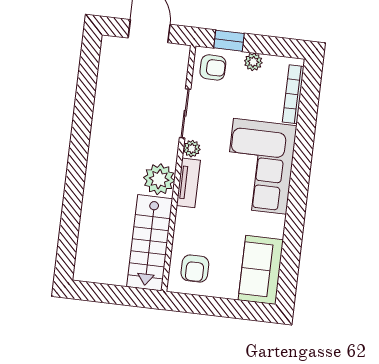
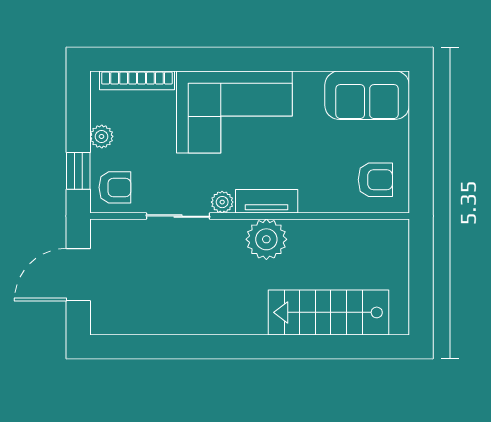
armchair: (213, 67) -> (115, 187), turned 89
stairs: (150, 243) -> (329, 312), moved, turned 180

